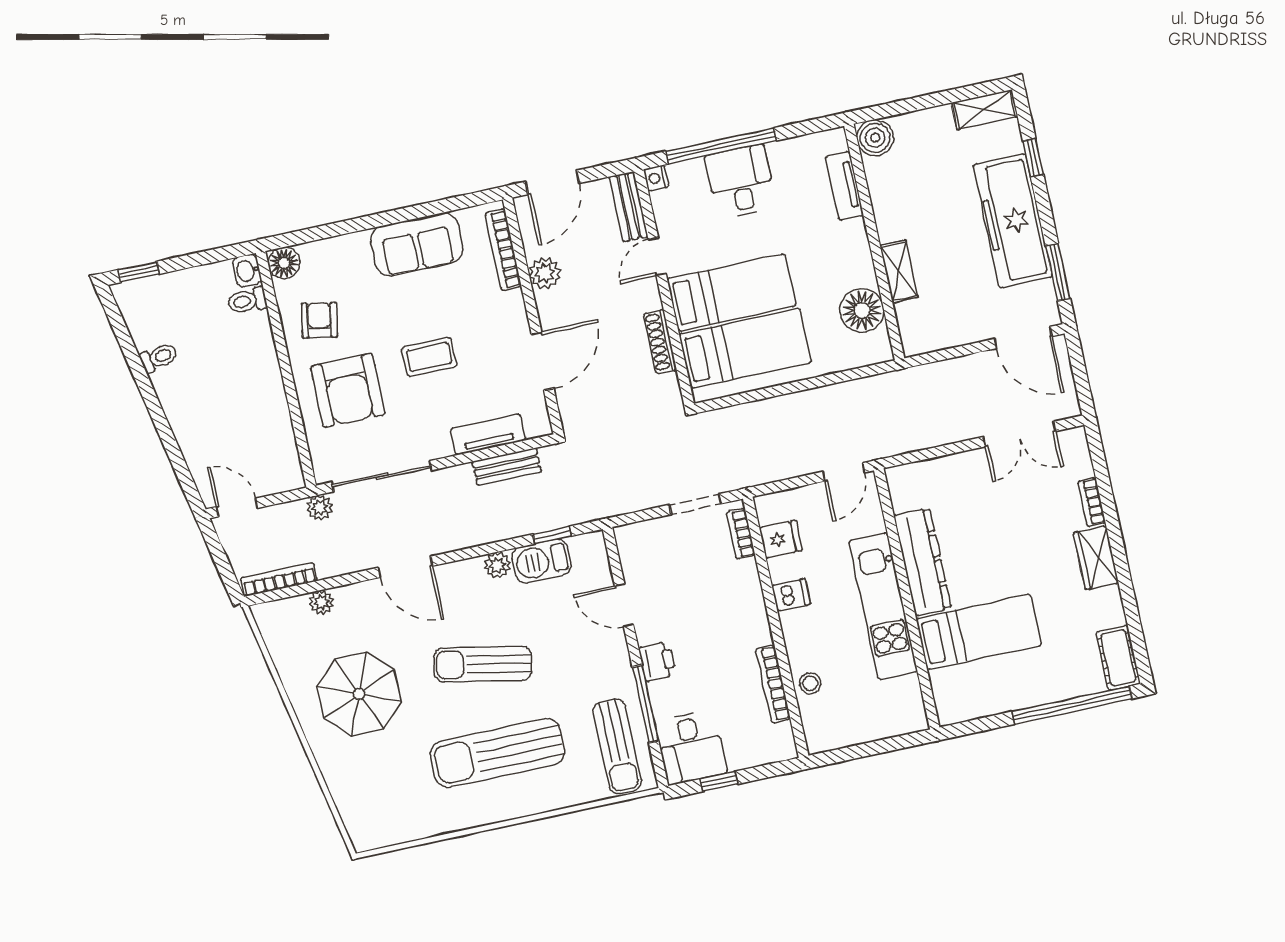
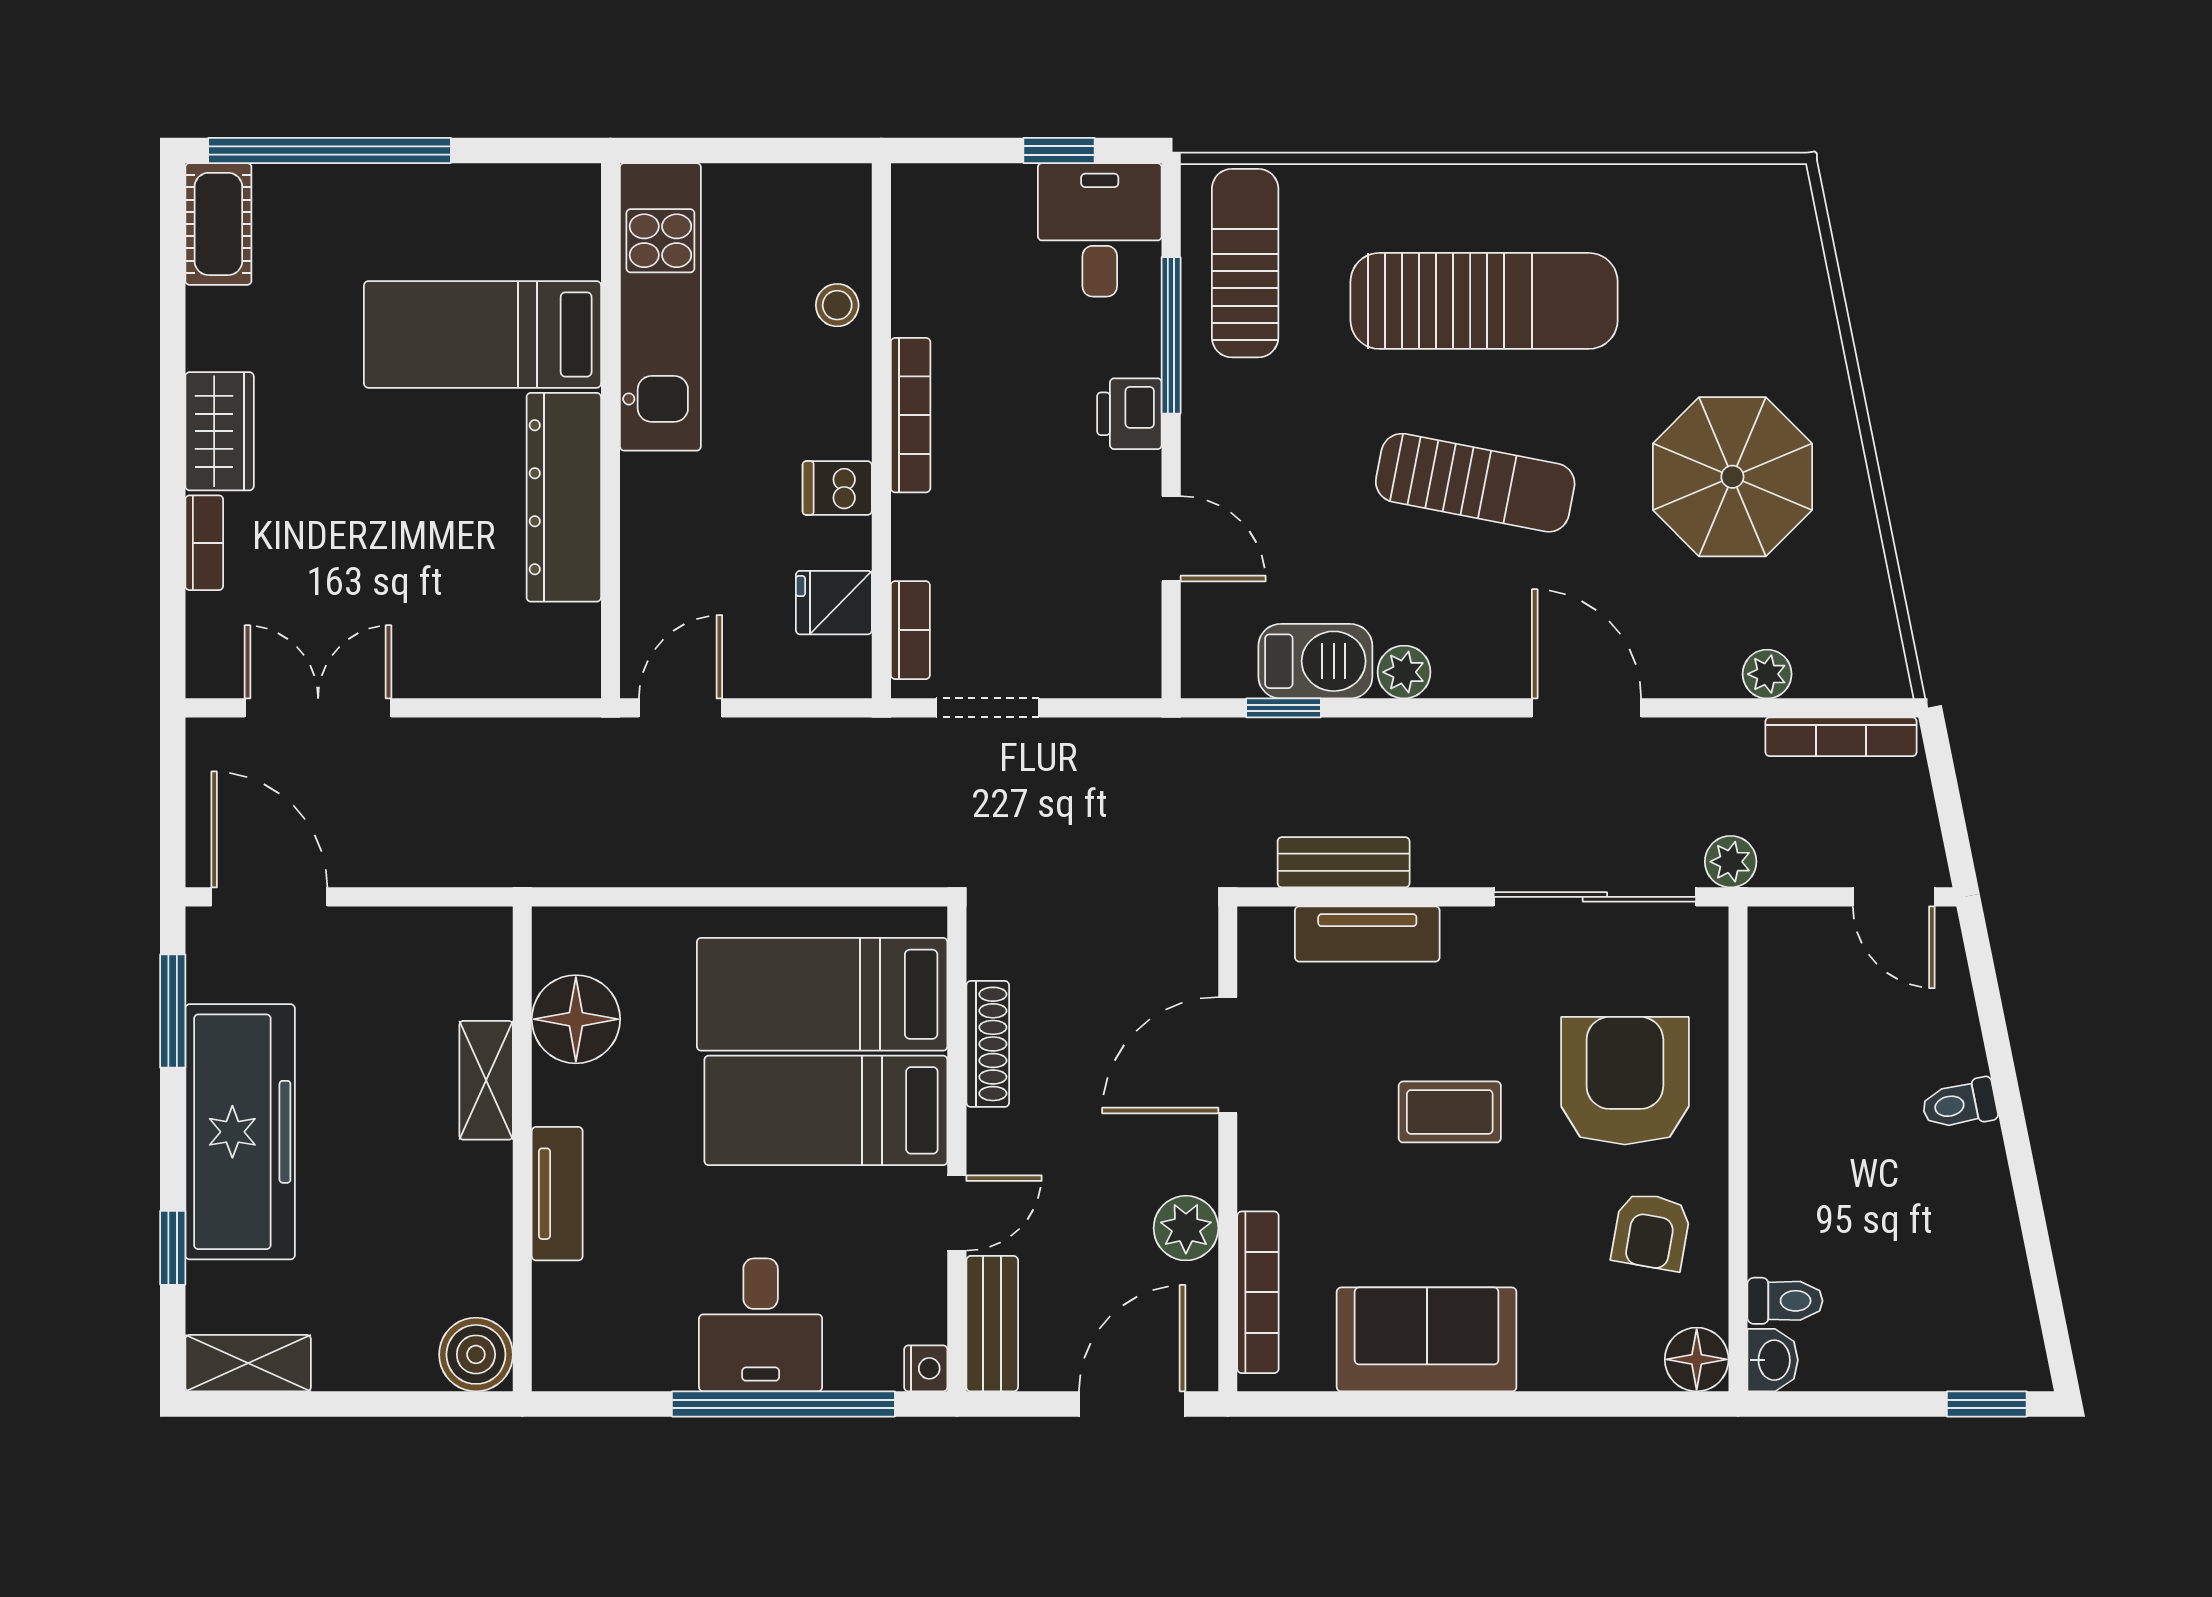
tv unit: (844, 186) -> (557, 1194), moved
toilet: (159, 357) -> (1959, 1104), moved
kitchen unit: (883, 606) -> (660, 307), moved
bookcase: (773, 684) -> (911, 415), moved

